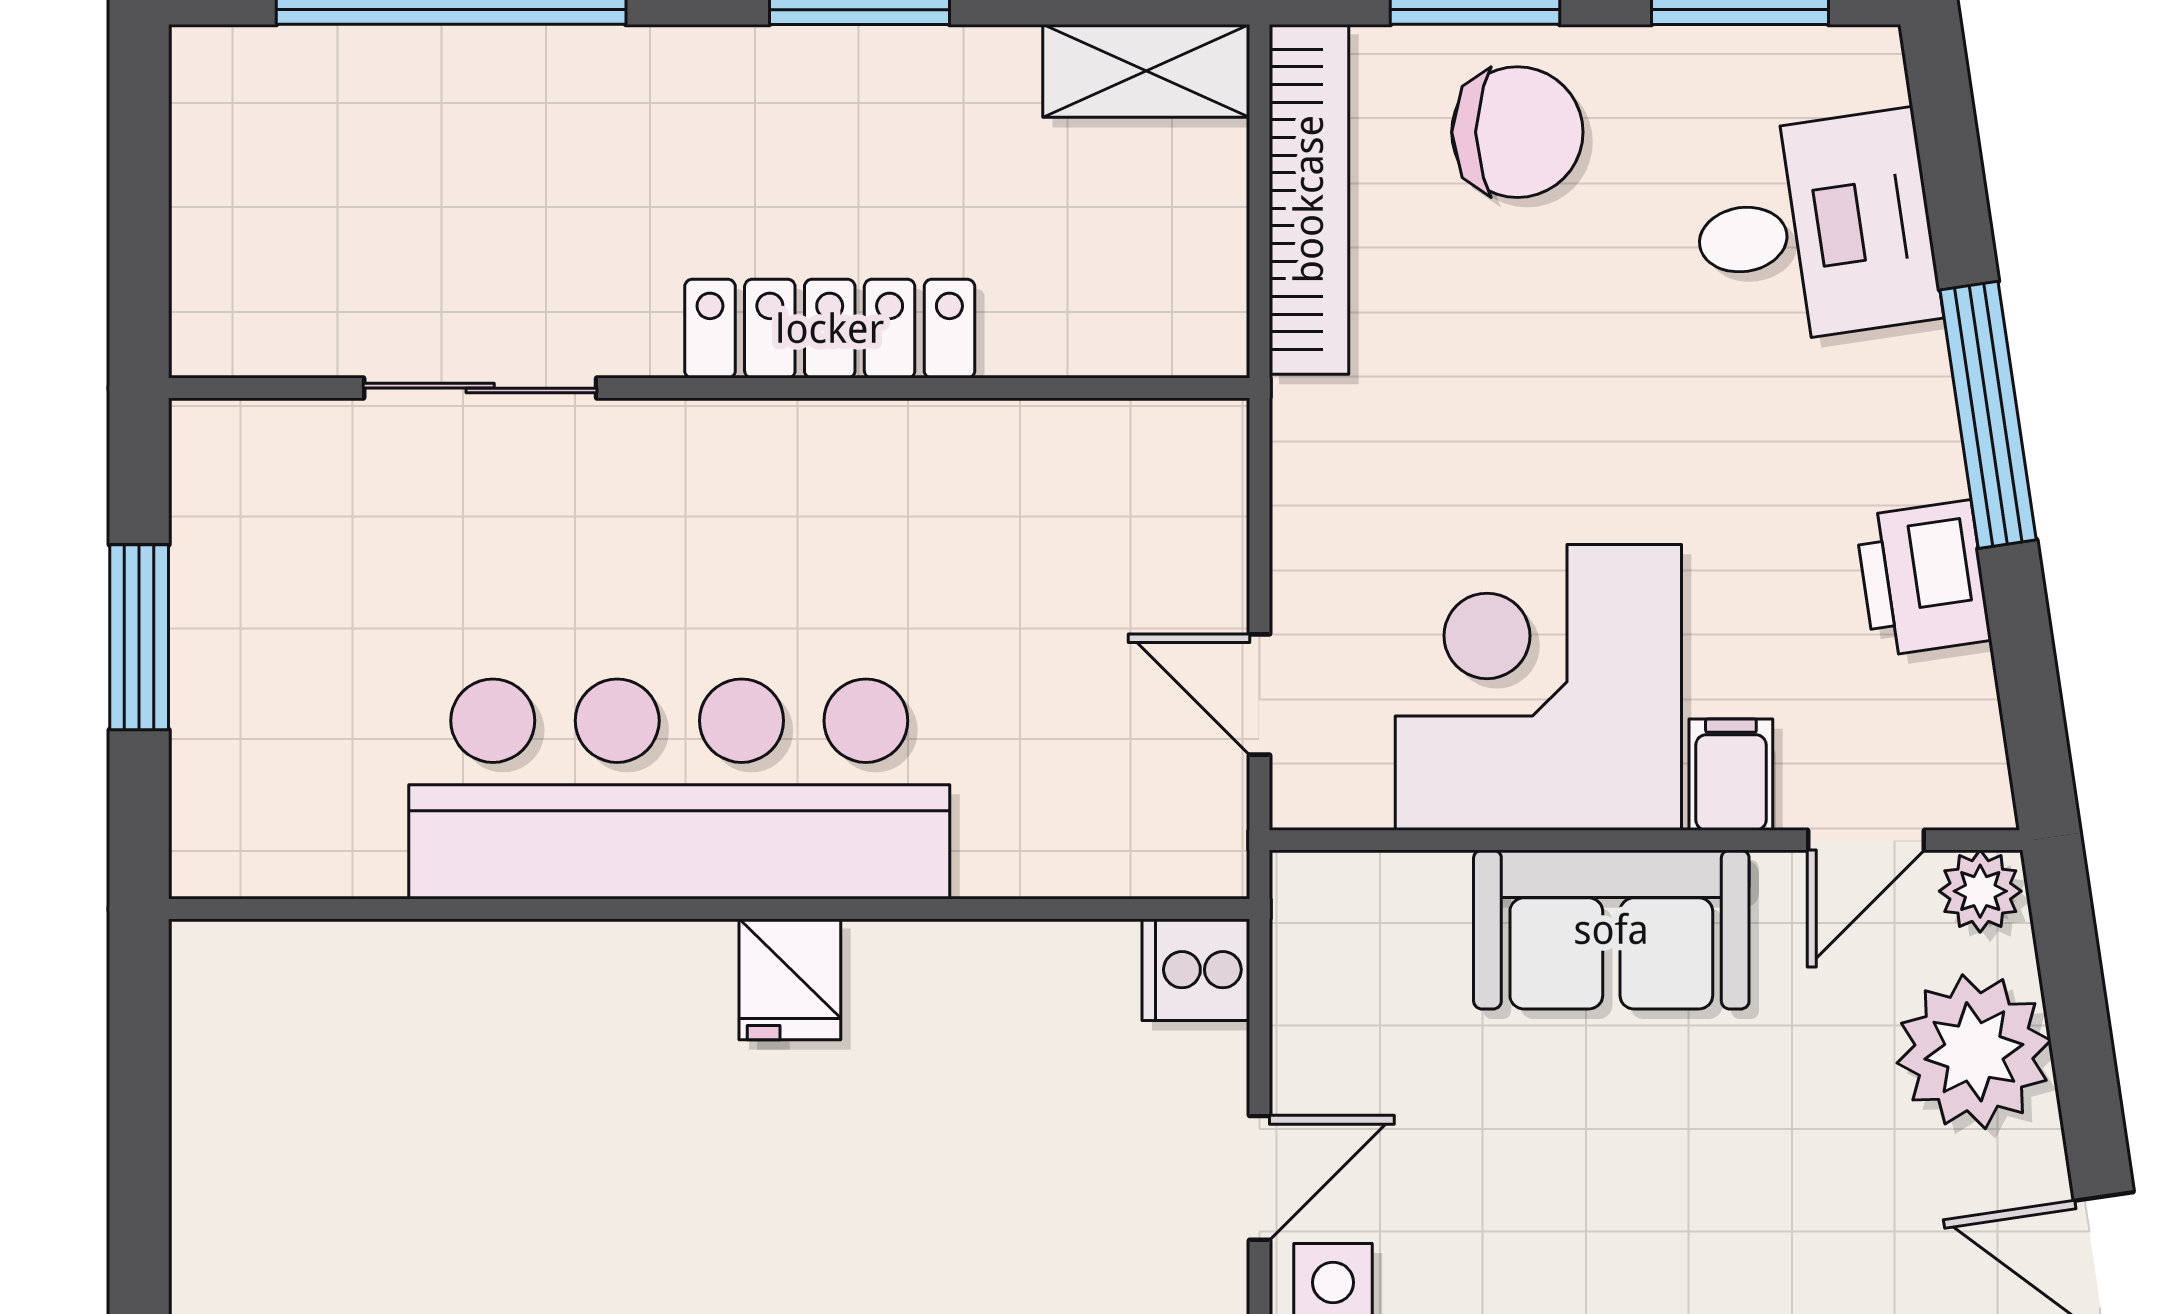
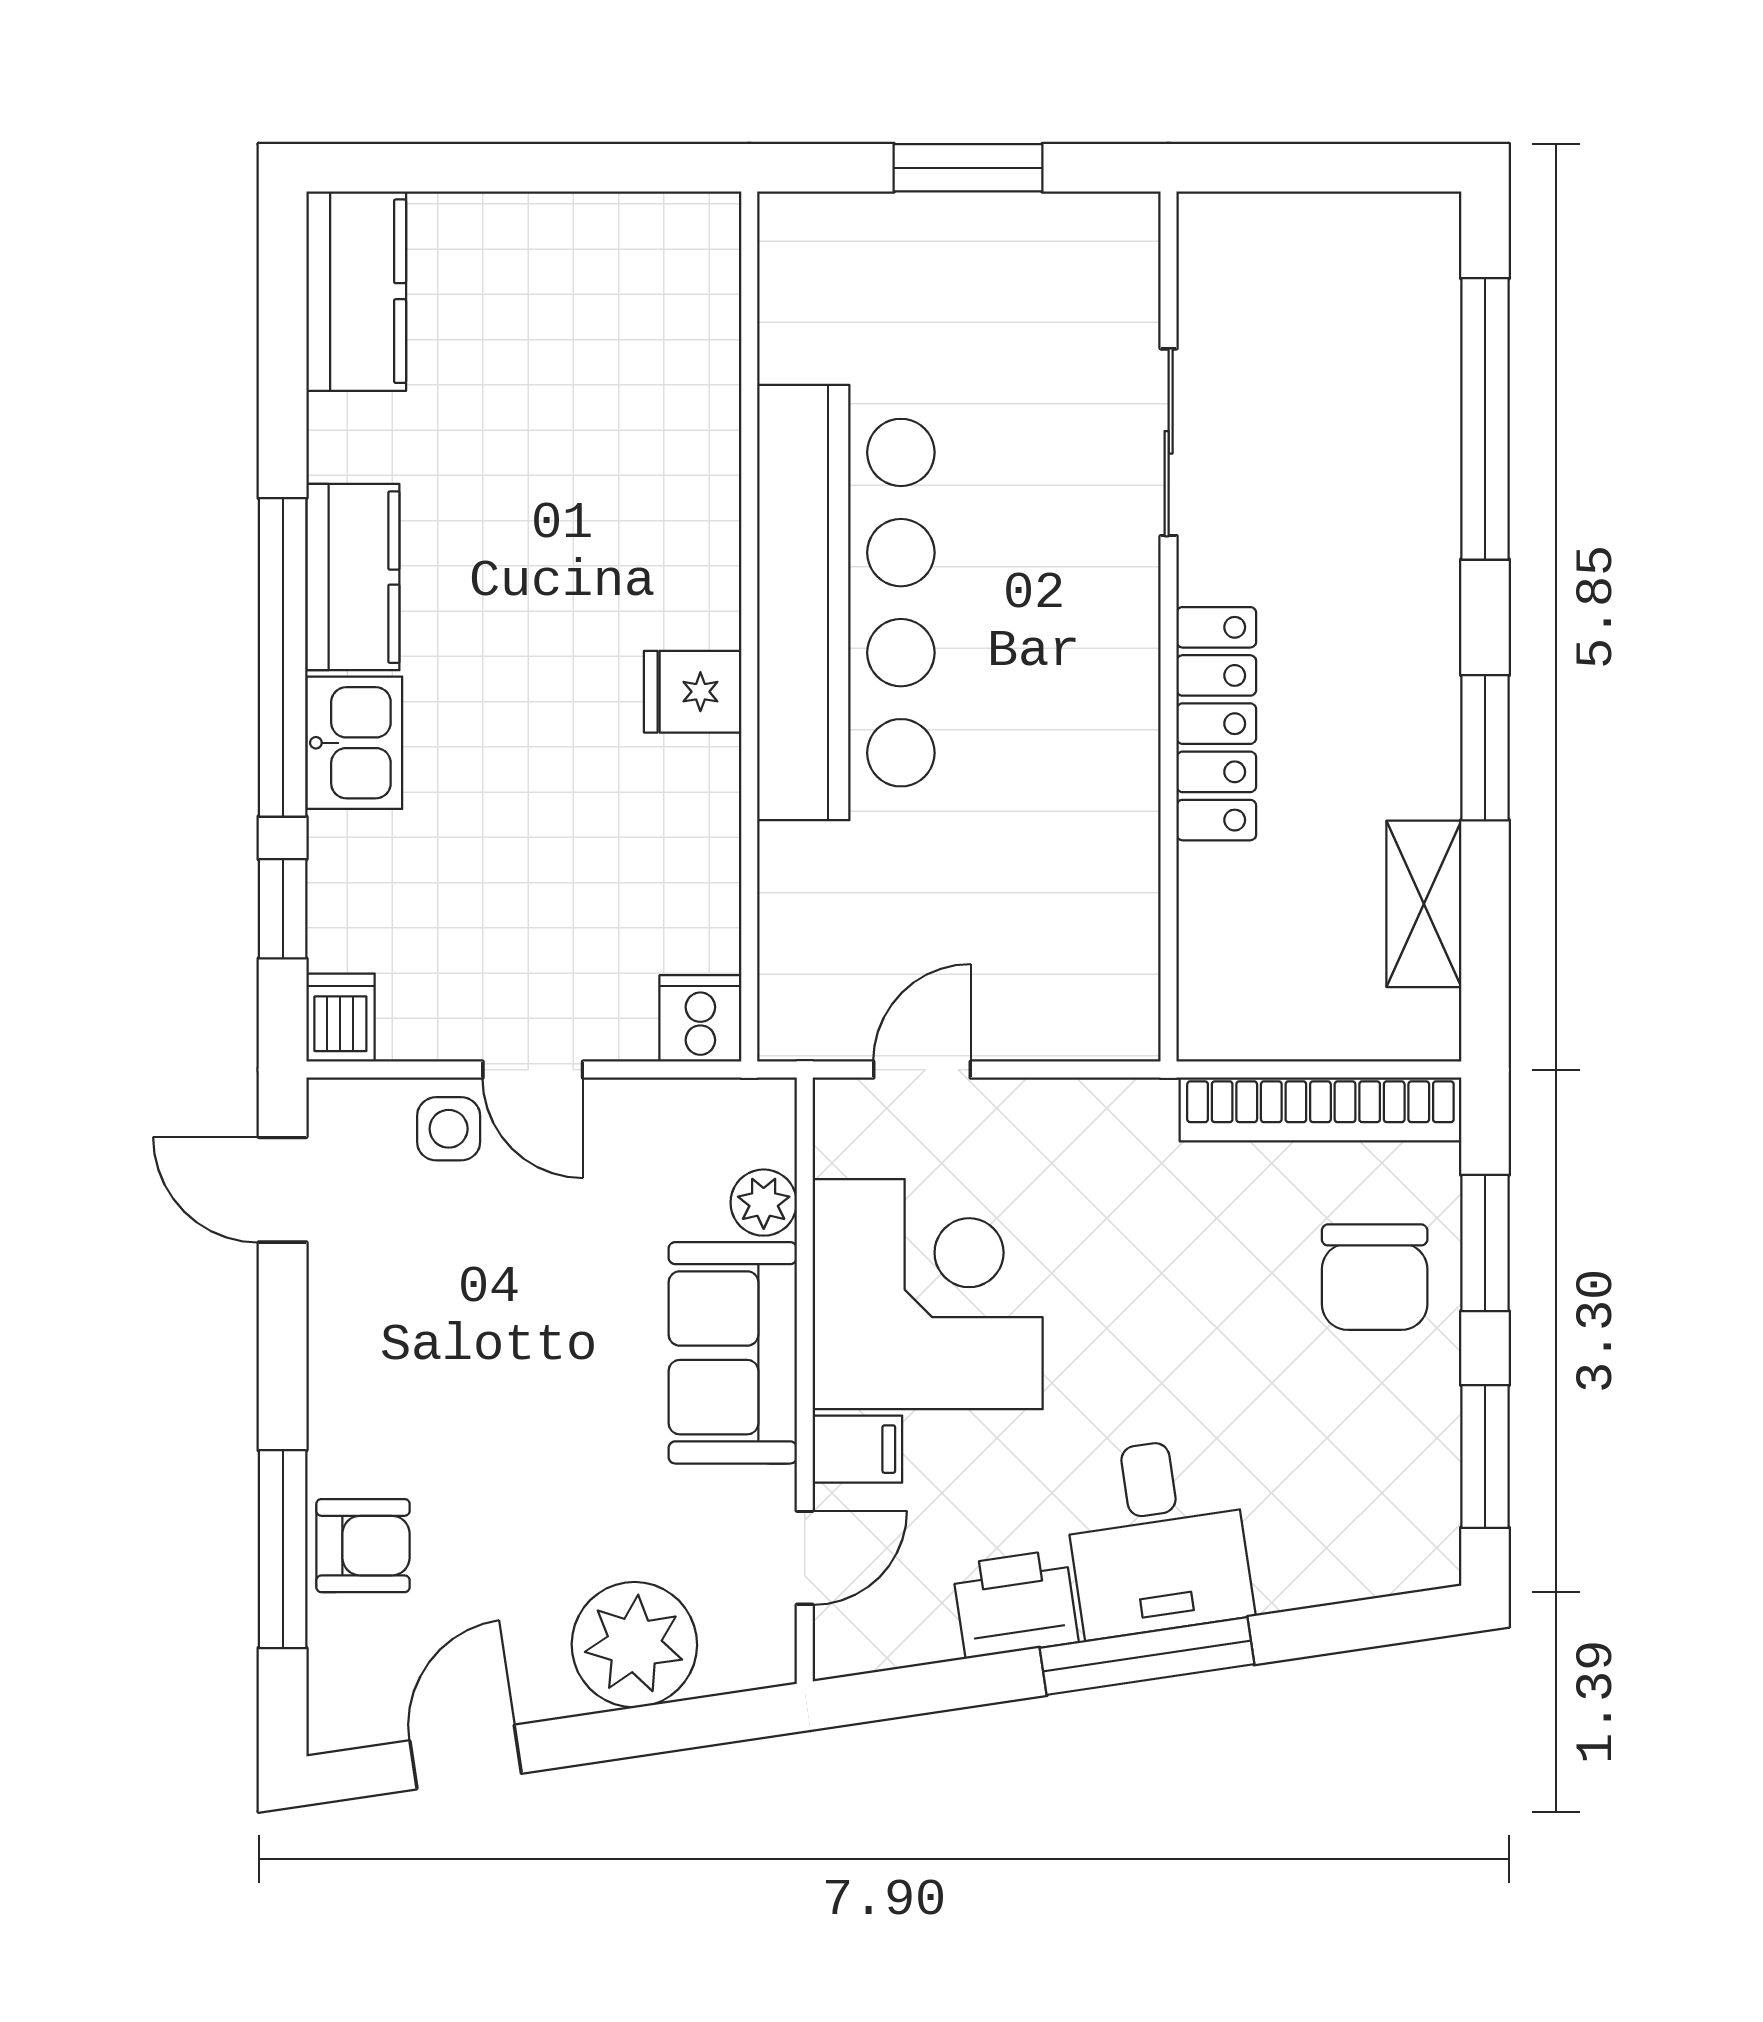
shelving: (1146, 71) -> (1424, 904), moved
desk: (1814, 229) -> (1157, 1537), moved
door: (1866, 840) -> (805, 1558), swing flipped
plant: (1980, 891) -> (764, 1203), moved

